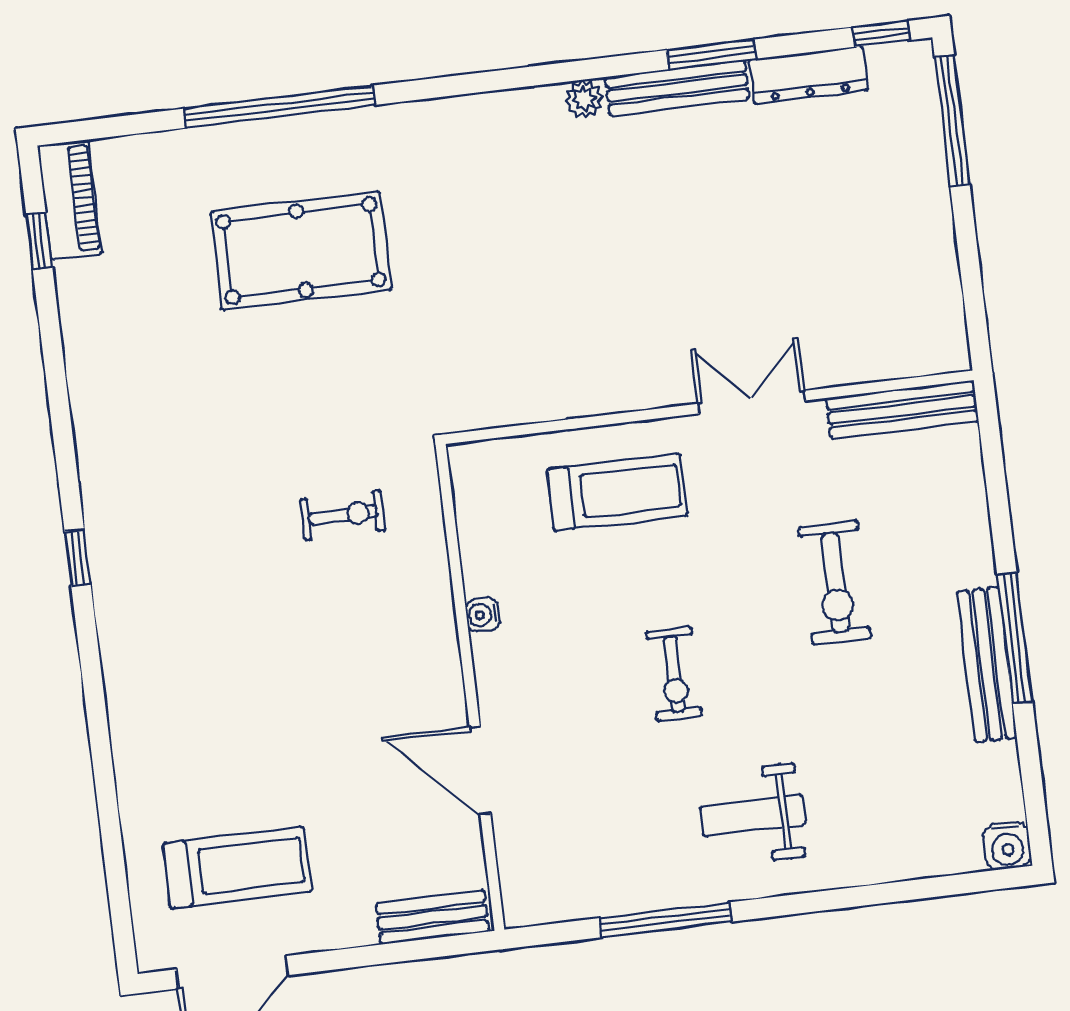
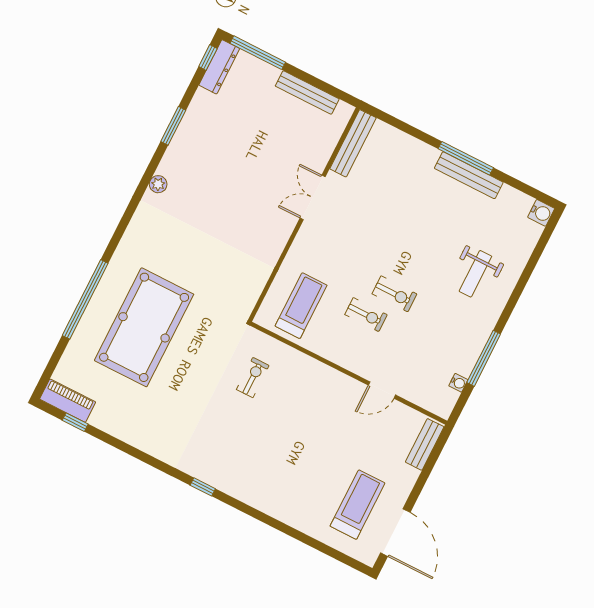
dresser: (808, 75) -> (219, 67), moved
bench: (677, 88) -> (307, 93), moved, turned 90
pool table: (301, 251) -> (144, 327), width x1.36, depth x1.32
treadmill: (617, 492) -> (301, 306), moved
exercise bike: (835, 583) -> (366, 315), moved, width x0.73, depth x0.72
water cooler: (482, 615) -> (458, 383), moved, turned -90
door: (480, 770) -> (382, 390), width x0.73
weight bench: (753, 815) -> (475, 274), moved

